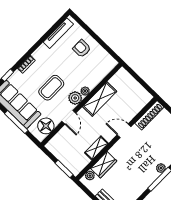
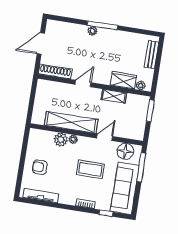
armchair: (82, 49) -> (40, 167), turned 90
plant: (75, 98) -> (61, 140), moved
shelving: (100, 99) -> (71, 122), width x1.47
window: (16, 122) -> (141, 167), moved
door: (124, 131) -> (83, 83), swing flipped

